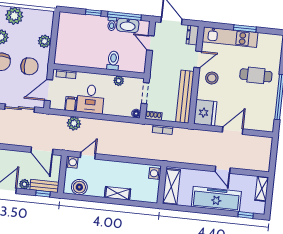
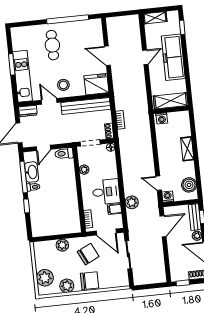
toilet: (113, 61) -> (64, 154), moved
chair: (29, 66) -> (88, 254), turned 64

